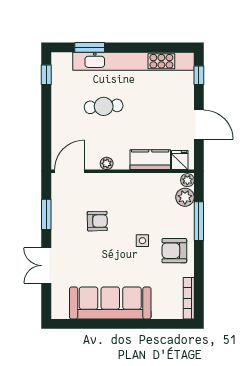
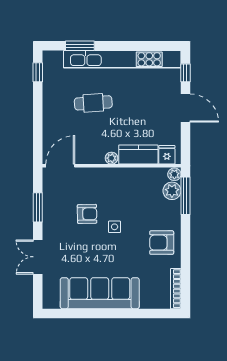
door: (199, 125) -> (185, 108), moved
plant: (107, 163) -> (111, 158), moved
window: (199, 221) -> (185, 196), moved
side table: (142, 241) -> (115, 227), moved

